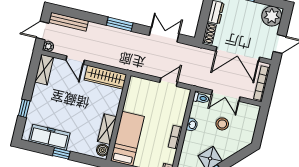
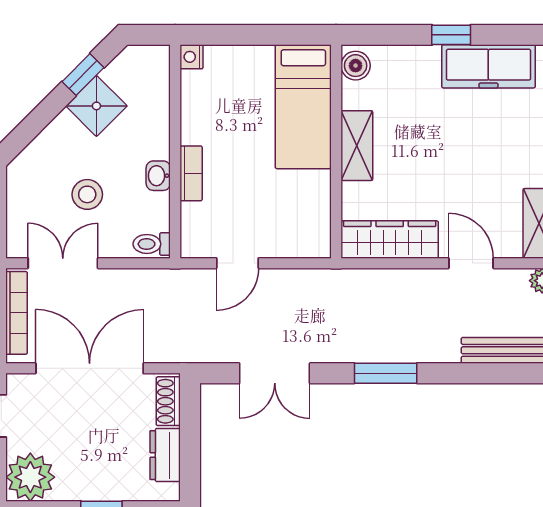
double door: (226, 96) -> (63, 263), moved
shelving: (107, 129) -> (357, 146), moved
bookcase: (175, 137) -> (191, 173), moved

